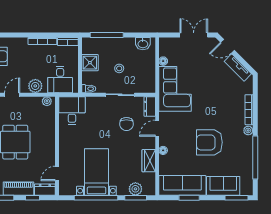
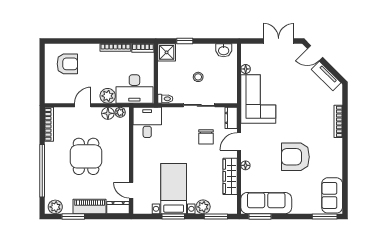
window: (107, 35) -> (185, 41), width x0.46
shower: (90, 63) -> (167, 52), moved
desk: (60, 80) -> (134, 89), width x1.37
floor lamp: (35, 102) -> (108, 113), added
plant: (248, 130) -> (337, 144), removed
window: (255, 158) -> (345, 173), removed
wardrobe: (149, 161) -> (230, 176), width x1.50
door: (57, 174) -> (131, 190), hinge flipped
sofa: (223, 186) -> (332, 195), moved, turned -90
plant: (135, 189) -> (203, 207), moved
window: (32, 198) -> (105, 216), removed
window: (96, 198) -> (173, 216), width x0.47
window: (189, 198) -> (260, 216), moved

